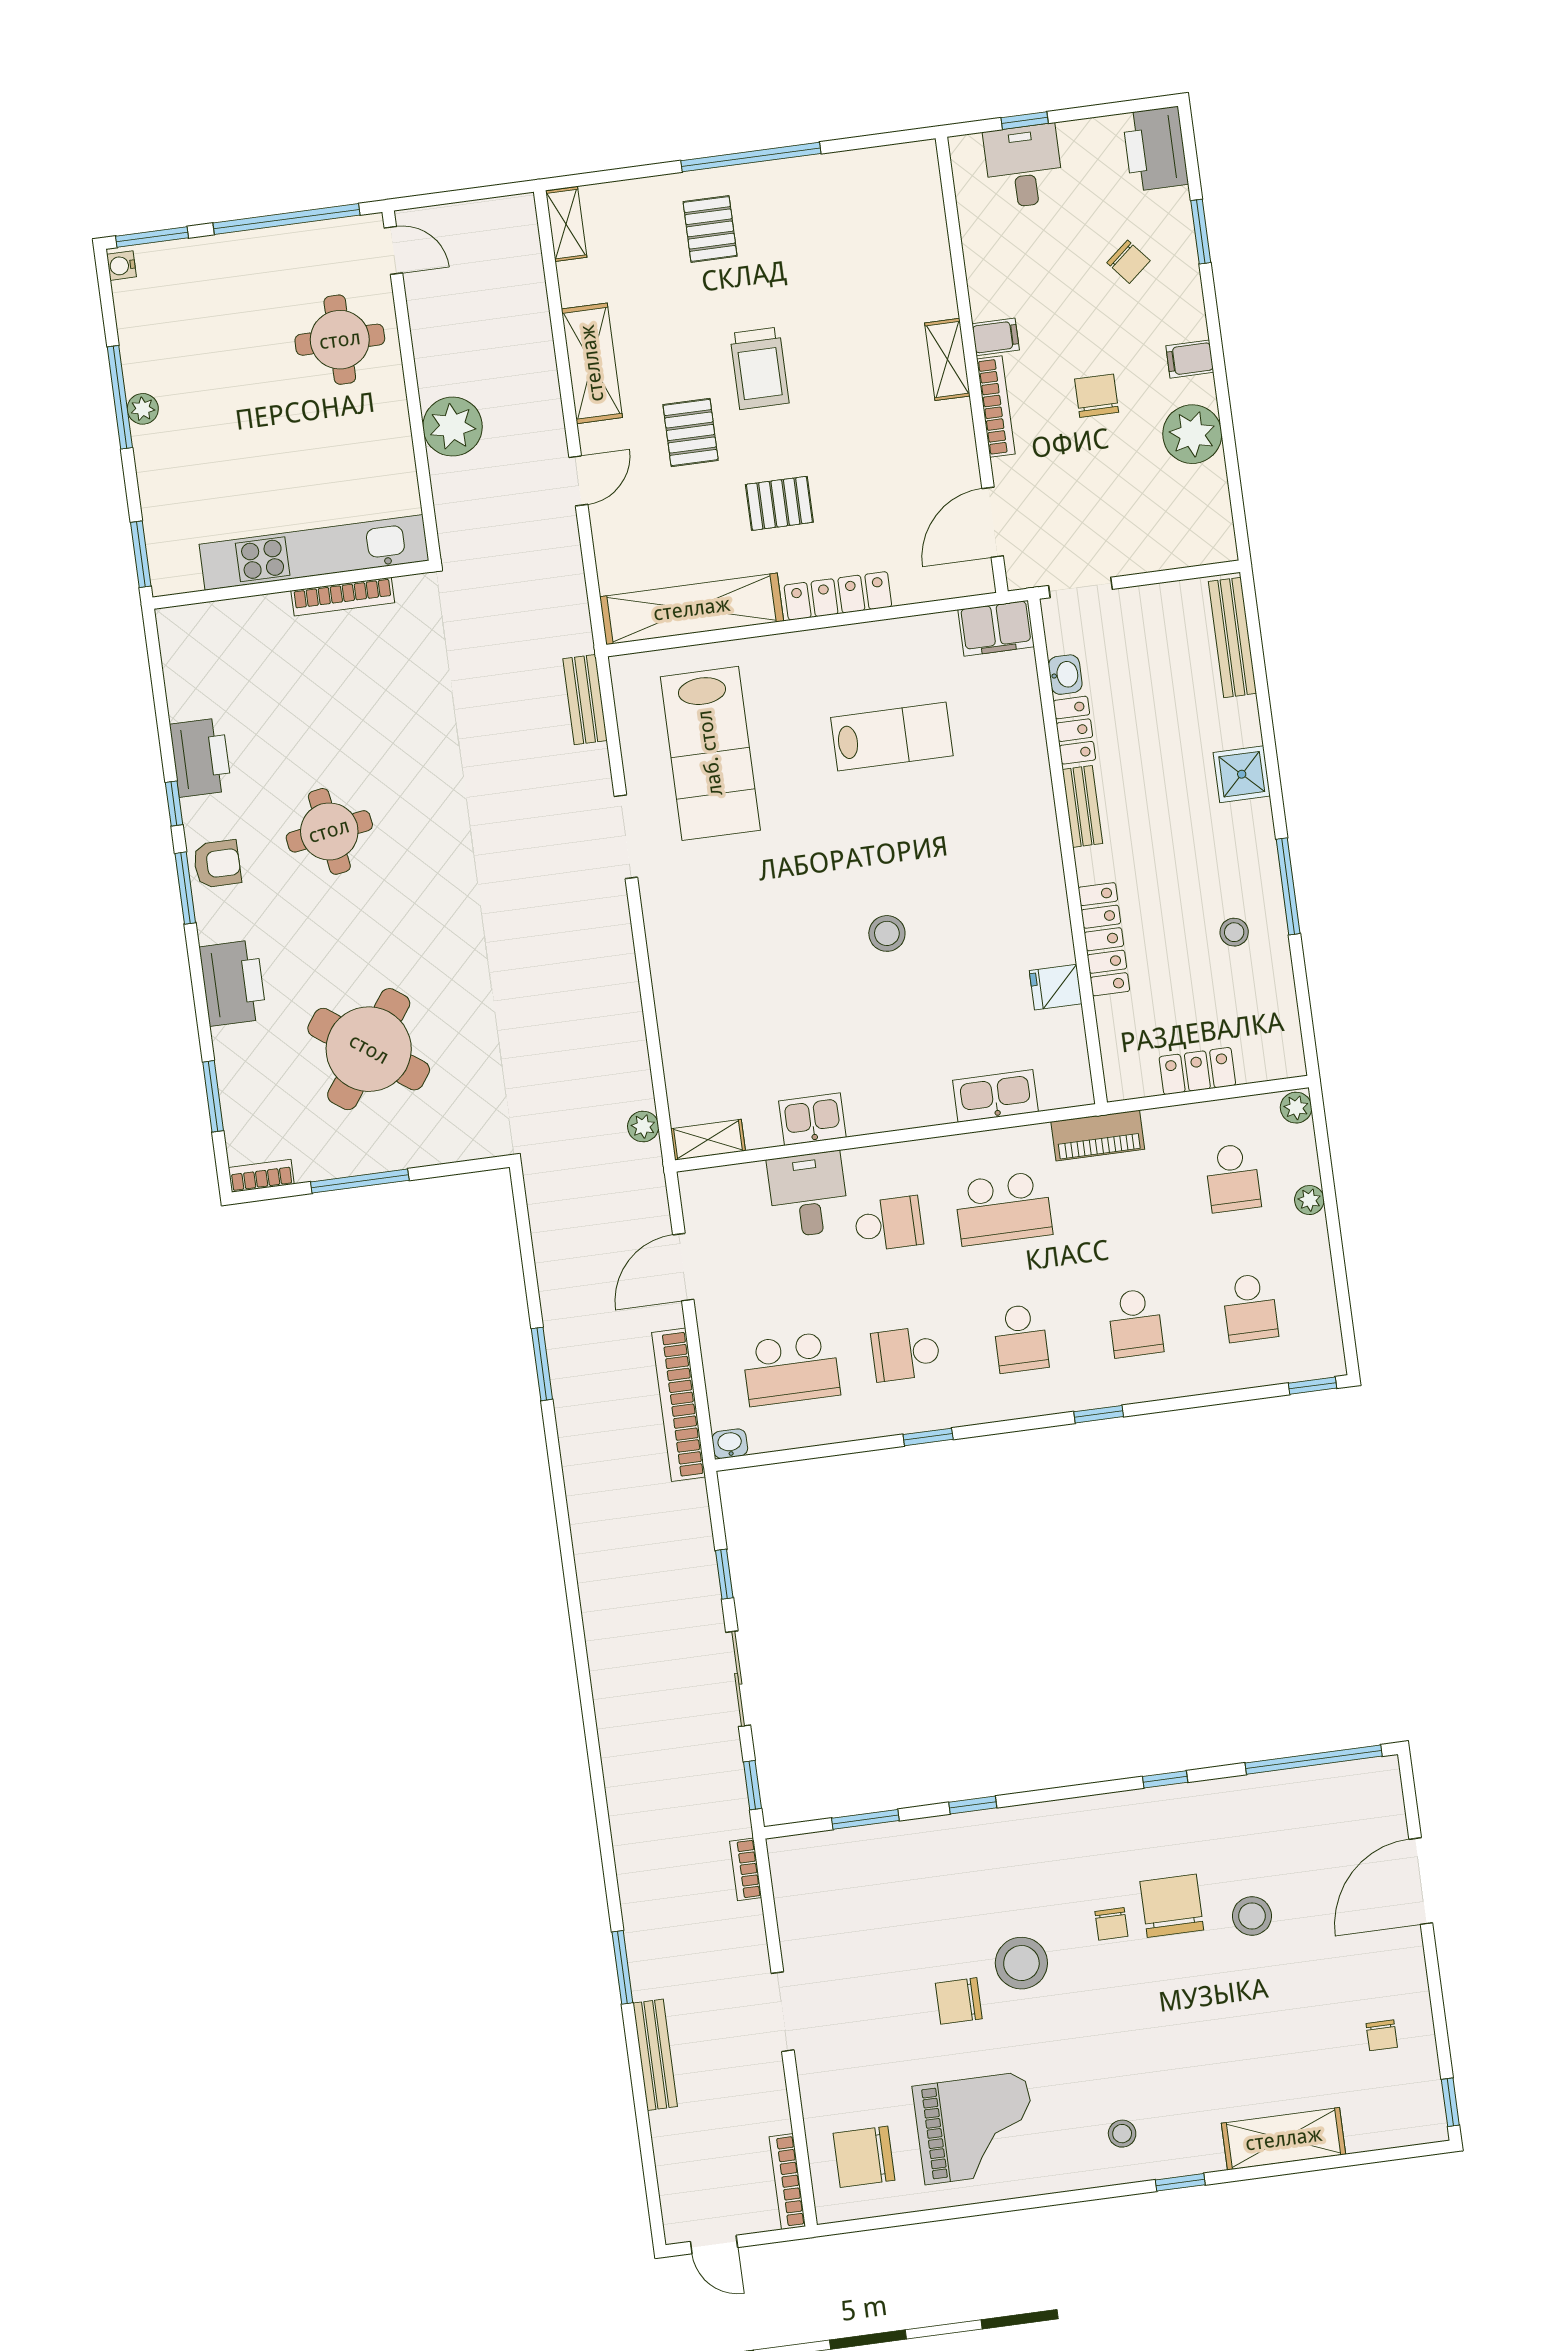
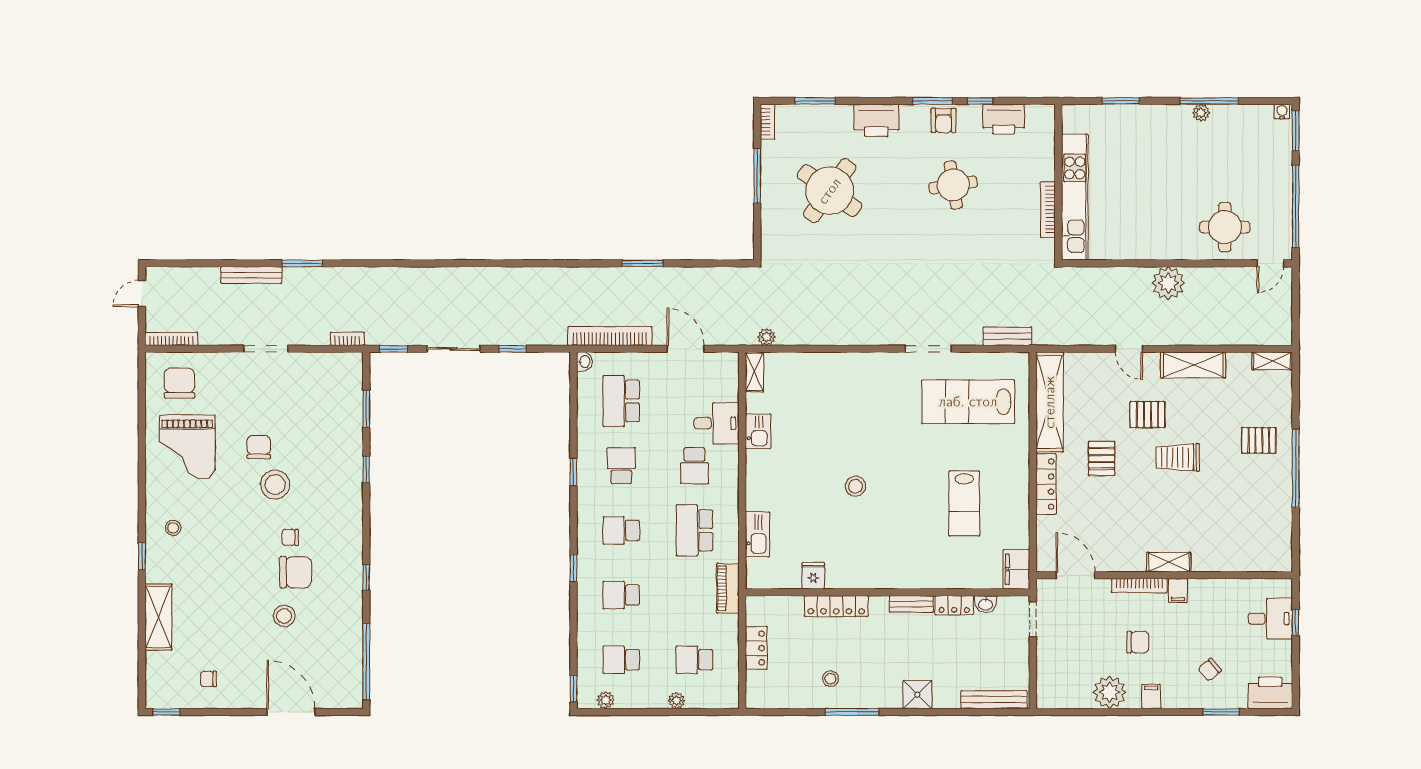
kitchen unit: (314, 552) -> (1075, 197), moved
wall: (291, 585) -> (1058, 182), moved
bookcase: (343, 597) -> (1048, 210), moved
plant: (1296, 1108) -> (606, 700), moved

